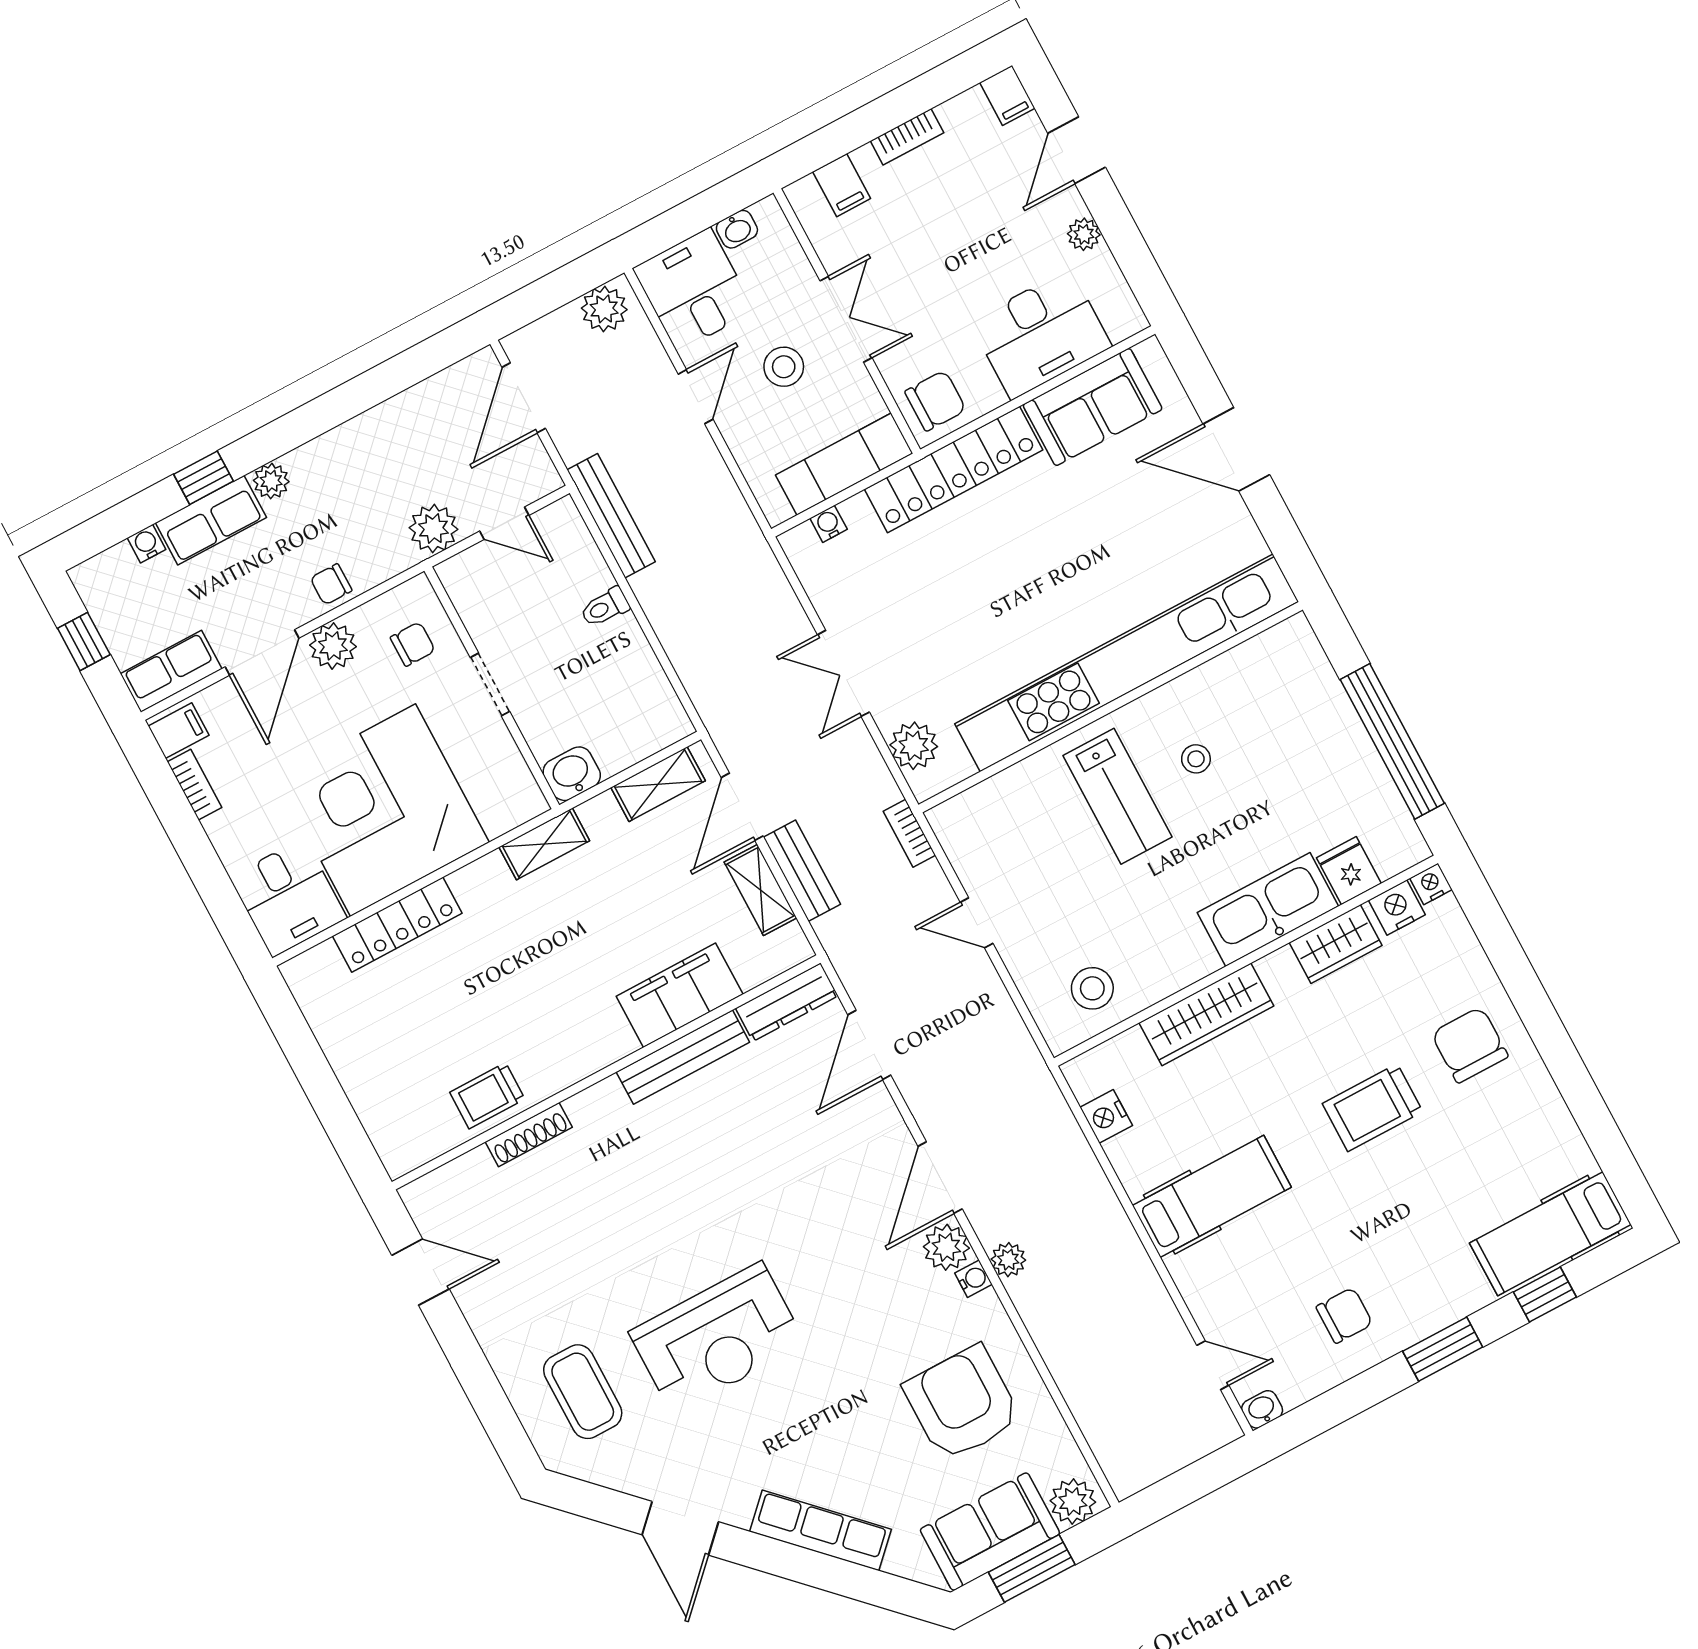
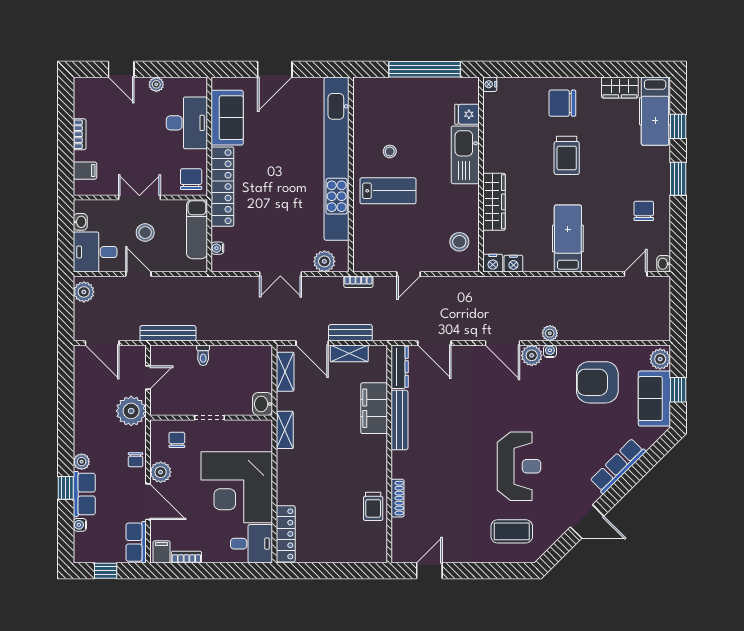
filing cabinet: (1007, 95) -> (84, 85), removed
plant: (433, 529) -> (131, 411), width x1.36, depth x1.36
nightstand: (1397, 907) -> (493, 263), moved, turned -90
locker: (397, 925) -> (286, 534), moved
wardrobe: (1336, 944) -> (620, 88), moved, turned 90
window: (1032, 1568) -> (678, 390), width x0.67

